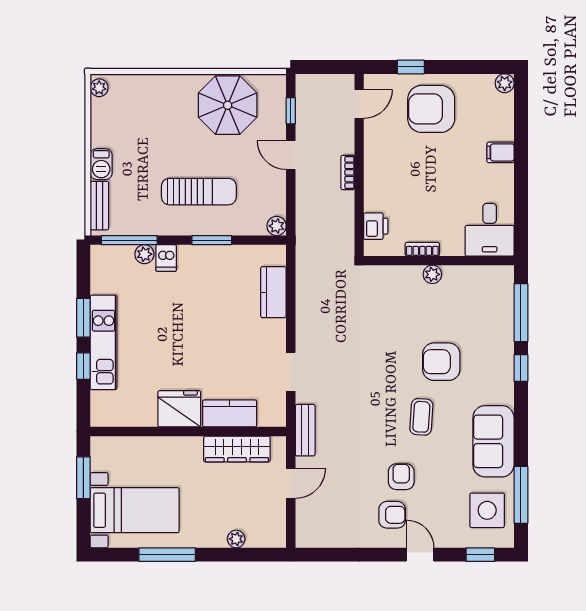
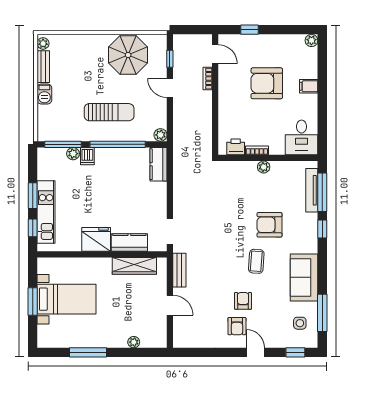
door: (359, 104) -> (215, 54), hinge flipped
armchair: (431, 109) -> (267, 83), moved
bookcase: (348, 172) -> (208, 79), moved
bench: (99, 206) -> (43, 67), moved
printer: (376, 226) -> (236, 147), moved, turned -90
window: (212, 240) -> (118, 144), width x2.11
kitchen counter: (273, 292) -> (158, 164), moved
tv unit: (505, 309) -> (312, 190), added
fridge: (179, 409) -> (96, 239), moved
kitchen counter: (230, 413) -> (129, 242), moved
wall: (188, 432) -> (102, 254), moved
wardrobe: (237, 449) -> (134, 266), moved
door: (291, 483) -> (170, 305), hinge flipped
bed with nightstands: (135, 510) -> (67, 299), moved
side table: (487, 510) -> (300, 323), width x0.54, depth x0.54
armchair: (392, 515) -> (237, 326), turned 90

